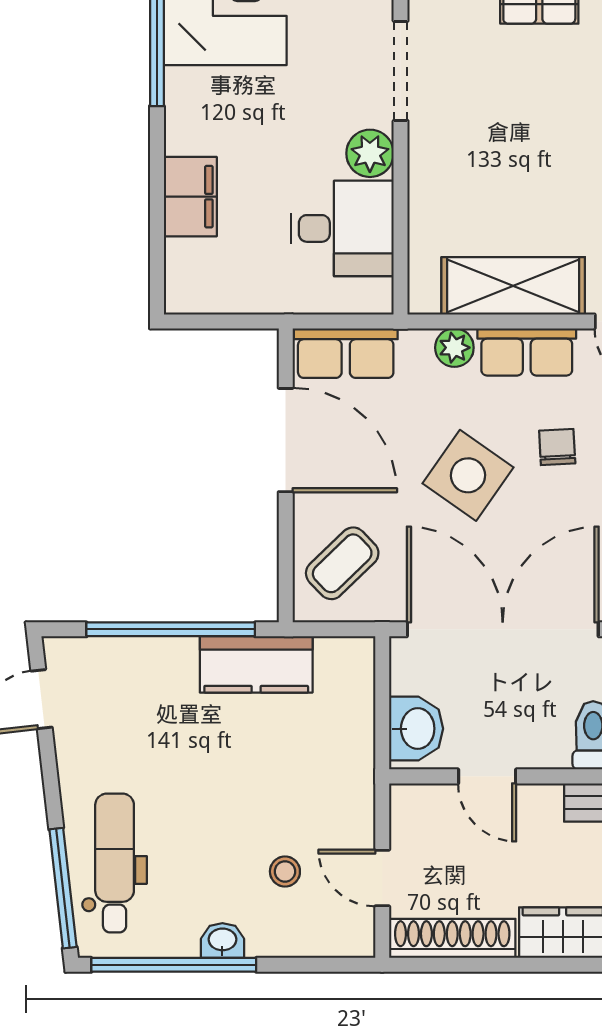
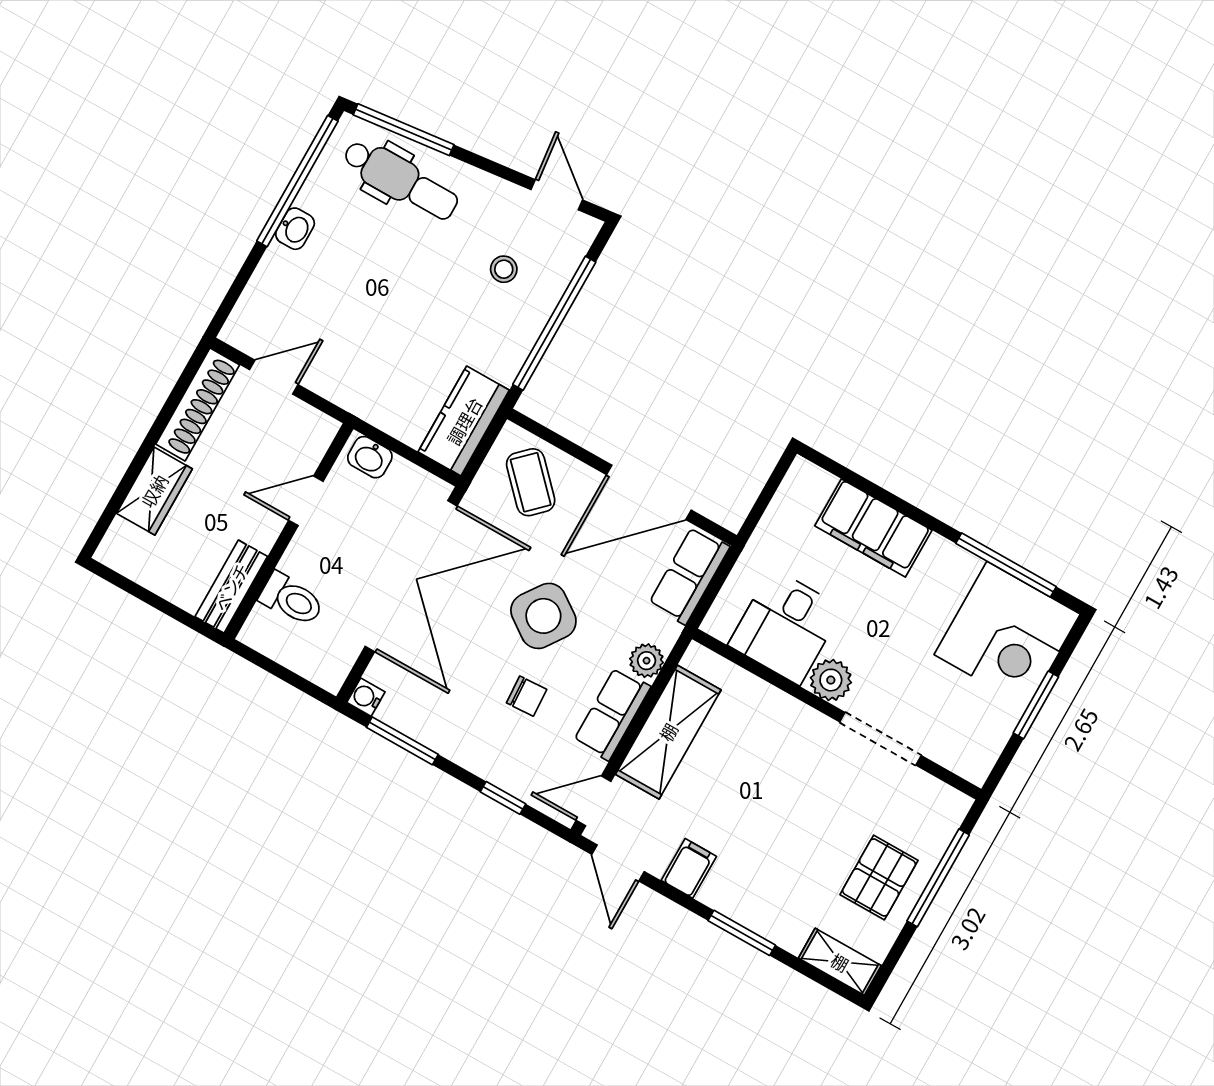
filing cabinet: (190, 197) -> (873, 528), width x1.50, depth x1.17
kitchen counter: (256, 664) -> (464, 421), moved
washbasin: (416, 729) -> (370, 457), width x0.72, depth x0.69
stool: (285, 871) -> (504, 269), moved

